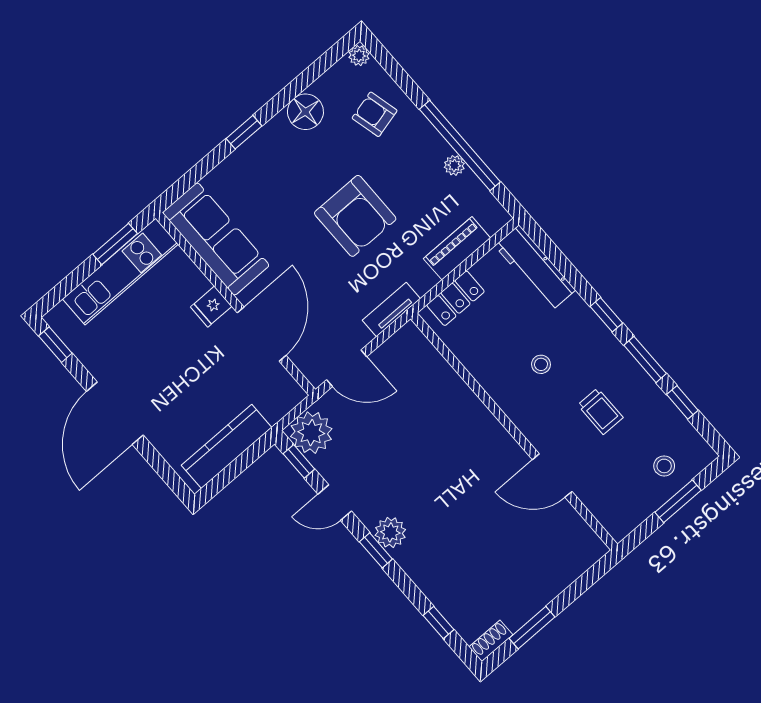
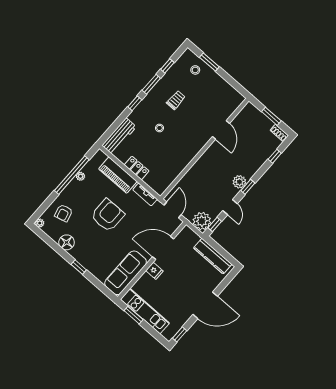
piano: (457, 248) -> (118, 175), width x1.37, depth x1.33
wall: (514, 431) -> (205, 149), moved
door: (552, 476) -> (221, 130), moved

